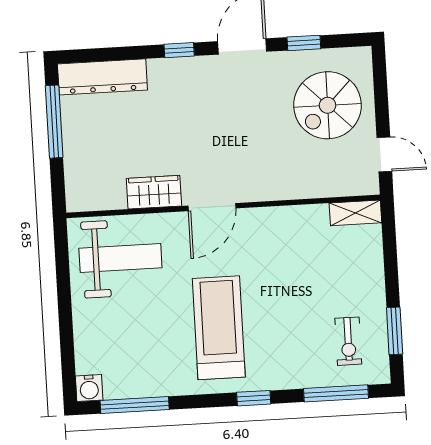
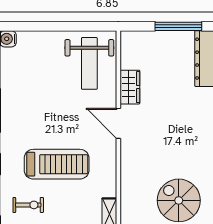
treadmill: (219, 328) -> (57, 164), moved
exercise bike: (348, 341) -> (28, 205), turned 180

